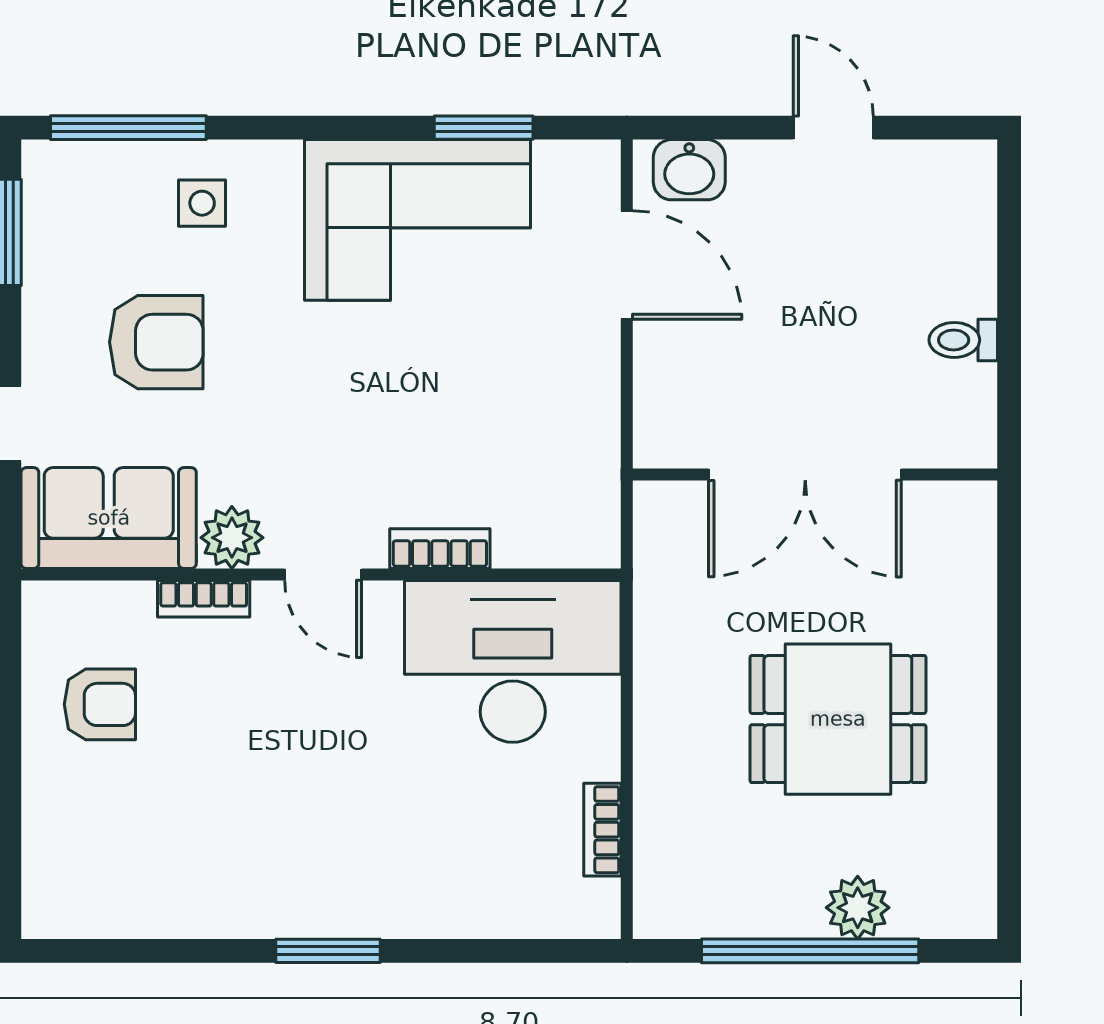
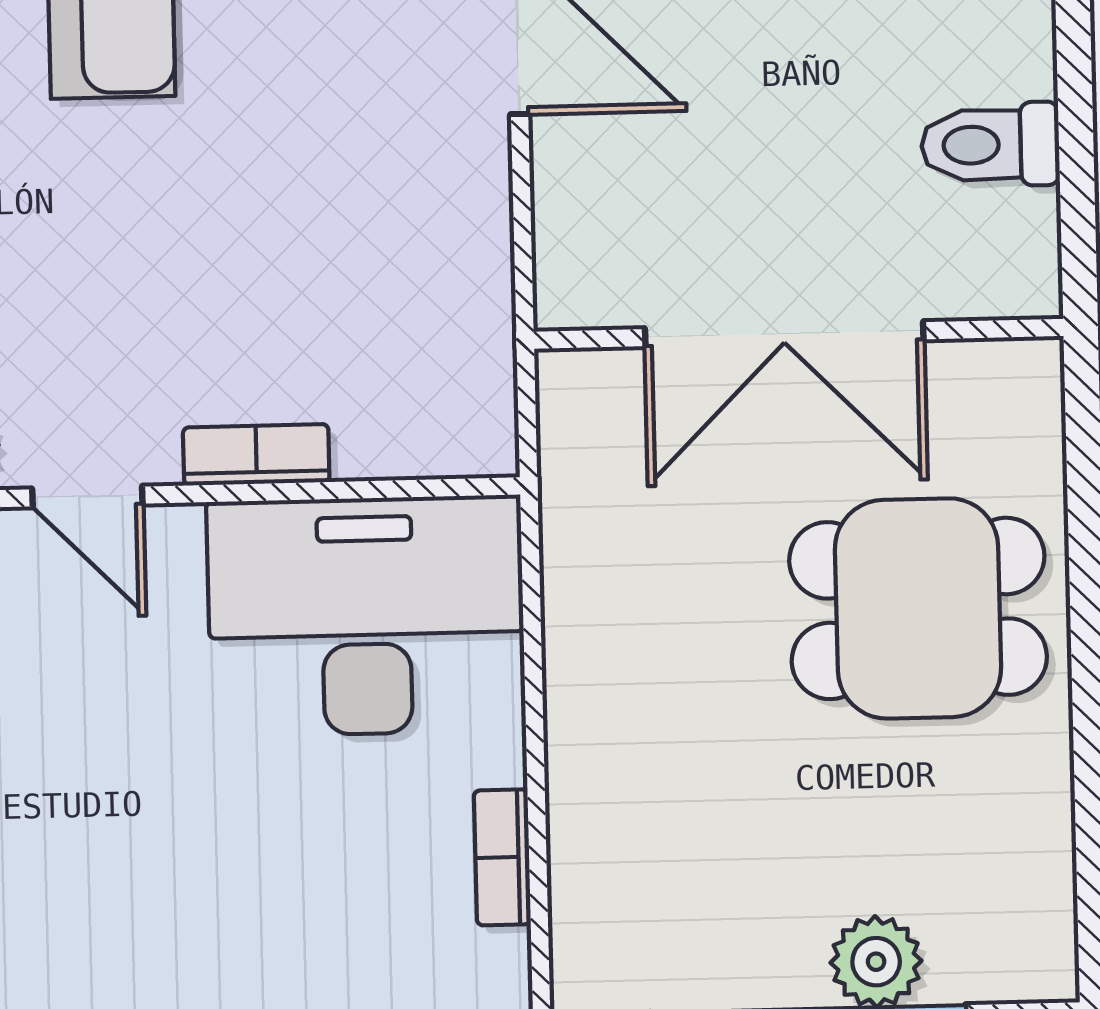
toilet: (963, 340) -> (990, 145), width x1.37, depth x1.39
dining table: (838, 719) -> (918, 608), moved

